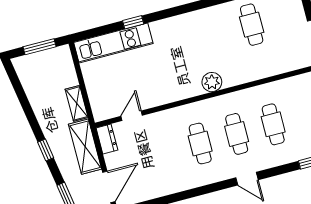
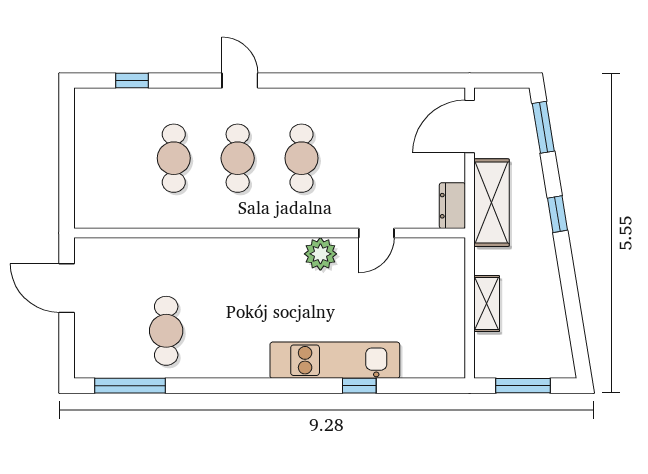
kitchen unit: (113, 43) -> (335, 360), moved
plant: (212, 82) -> (320, 254), moved
shelving: (77, 103) -> (487, 304), moved
door: (132, 116) -> (376, 233), moved

